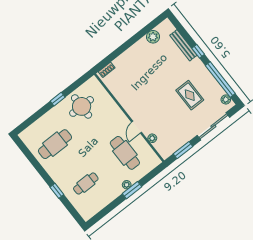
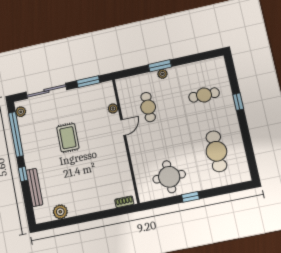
rug: (190, 95) -> (68, 138), moved
cafe table: (55, 144) -> (216, 151), turned 90
cafe table: (125, 153) -> (148, 107), width x0.73, depth x0.74

